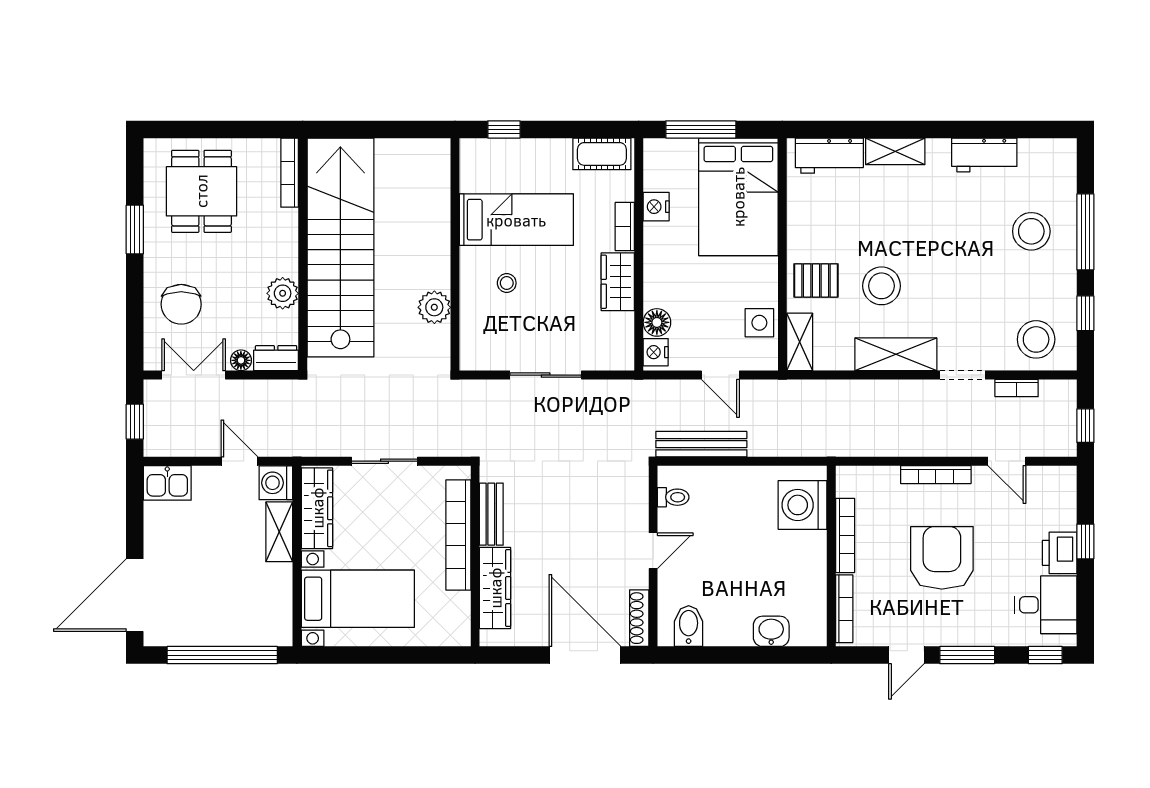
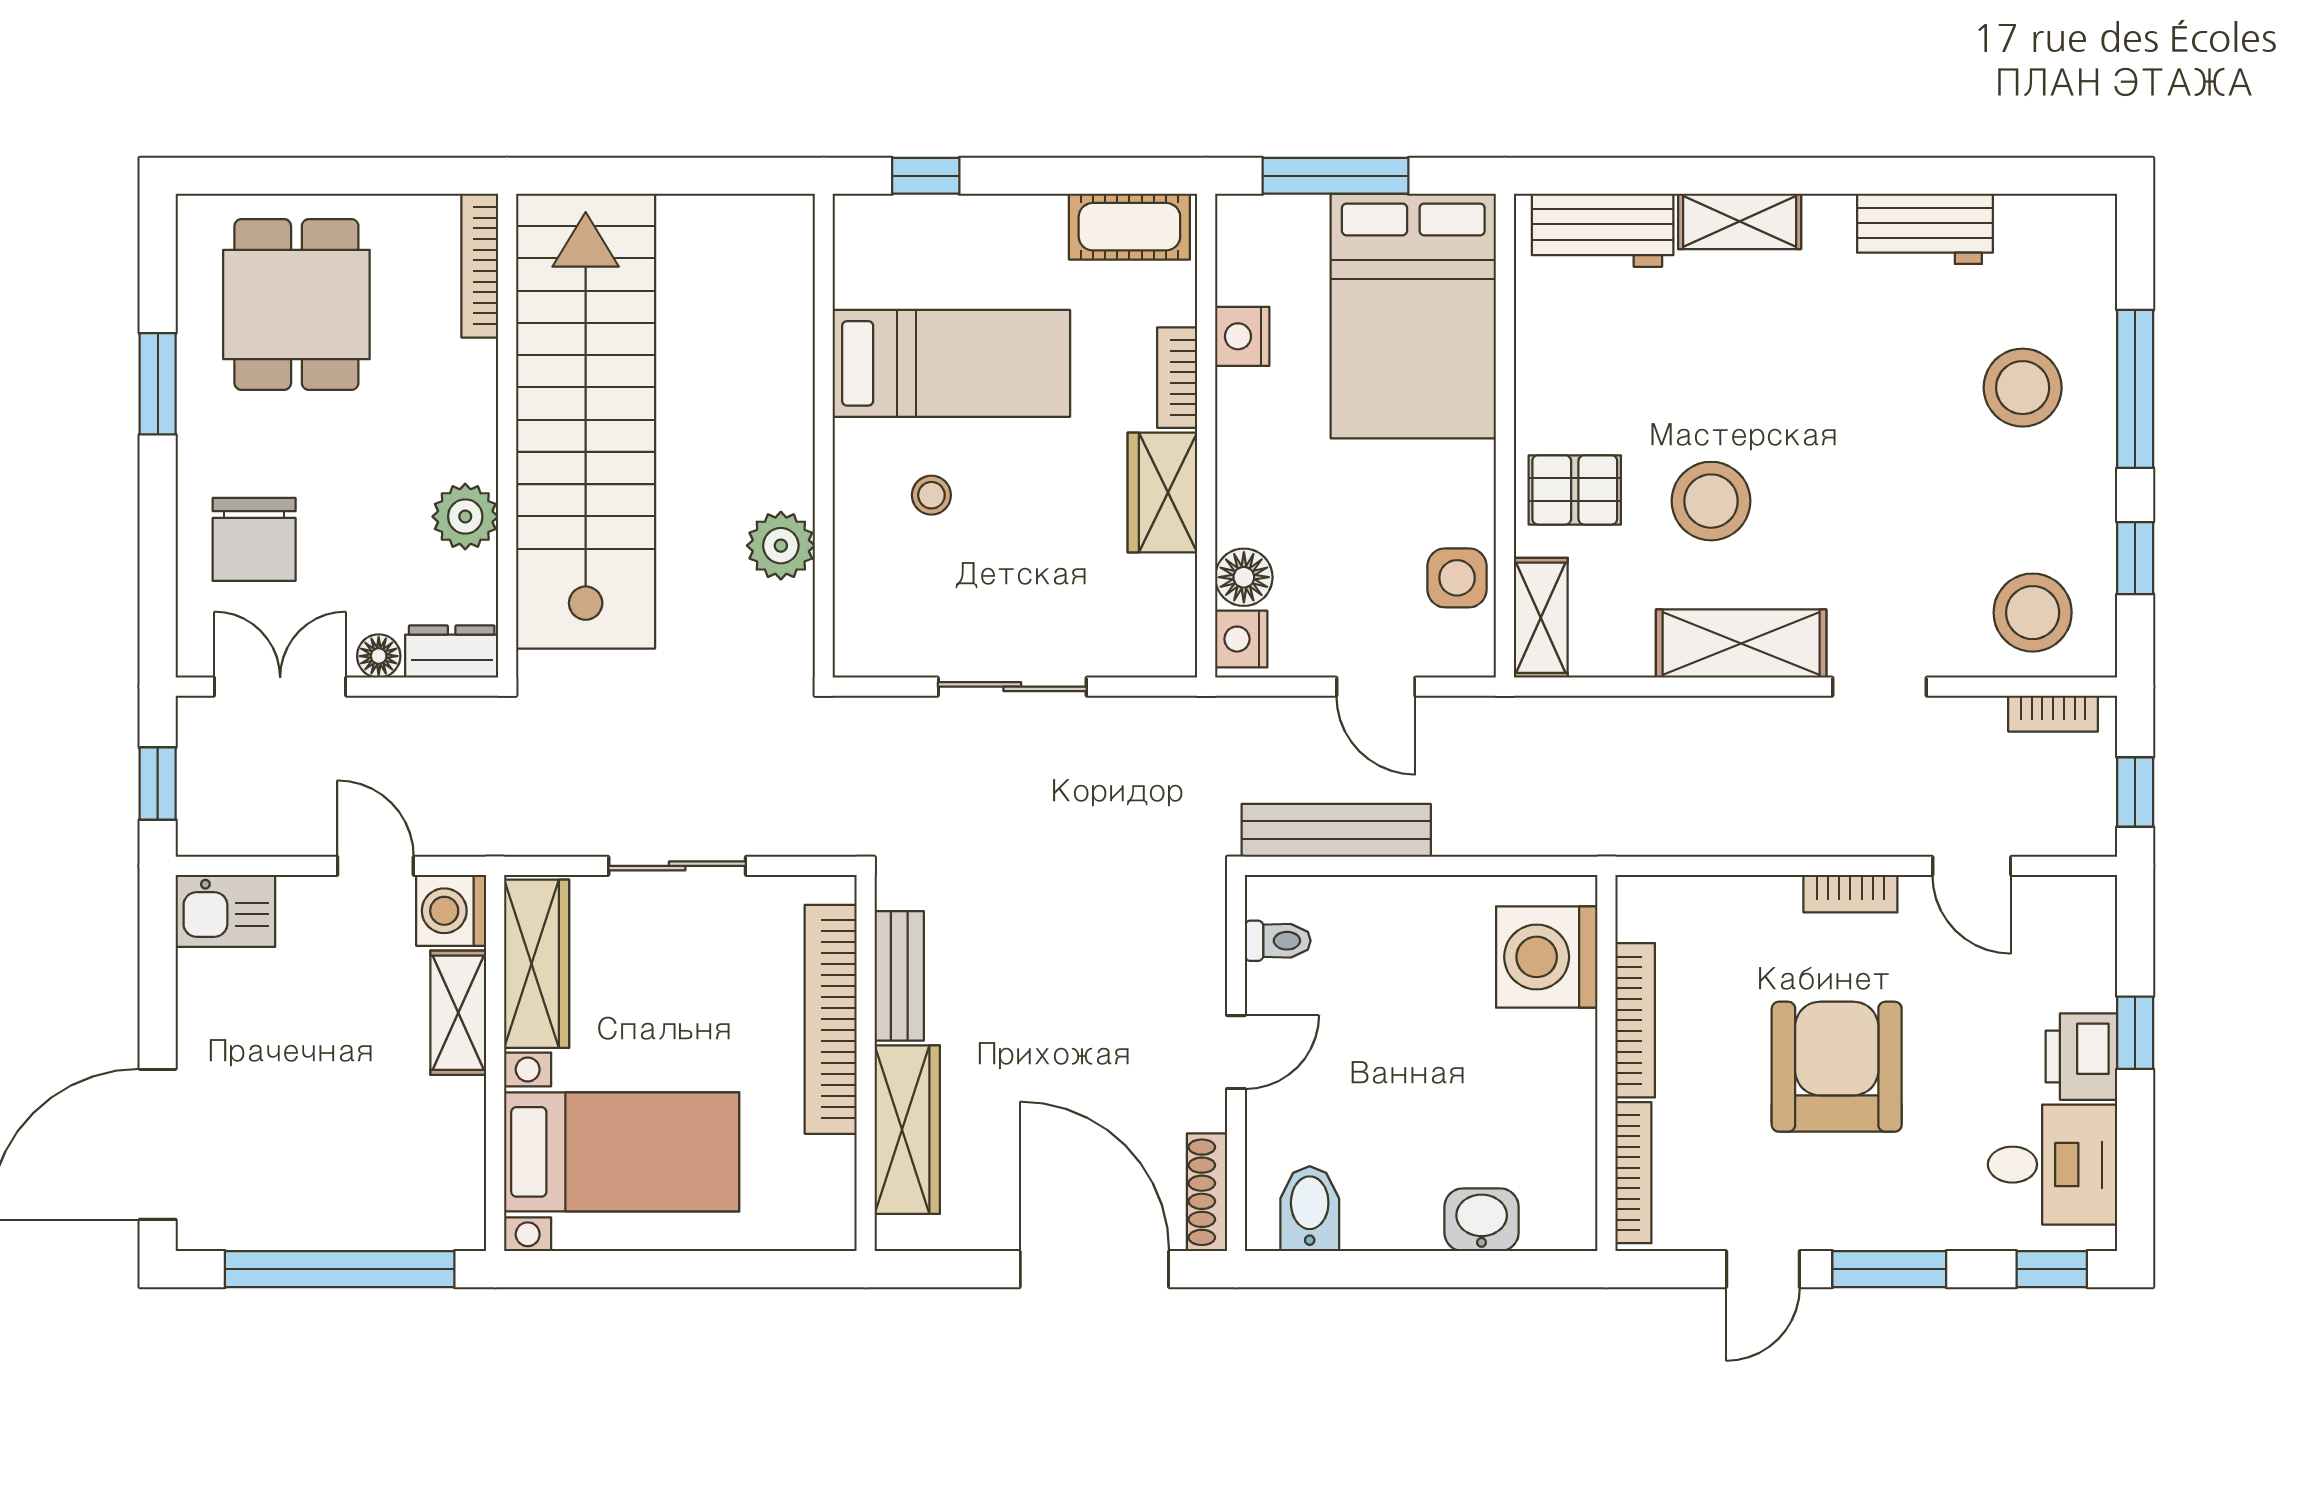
bookcase: (1017, 388) -> (2053, 714), moved
bookcase: (936, 475) -> (1850, 894), width x0.64

